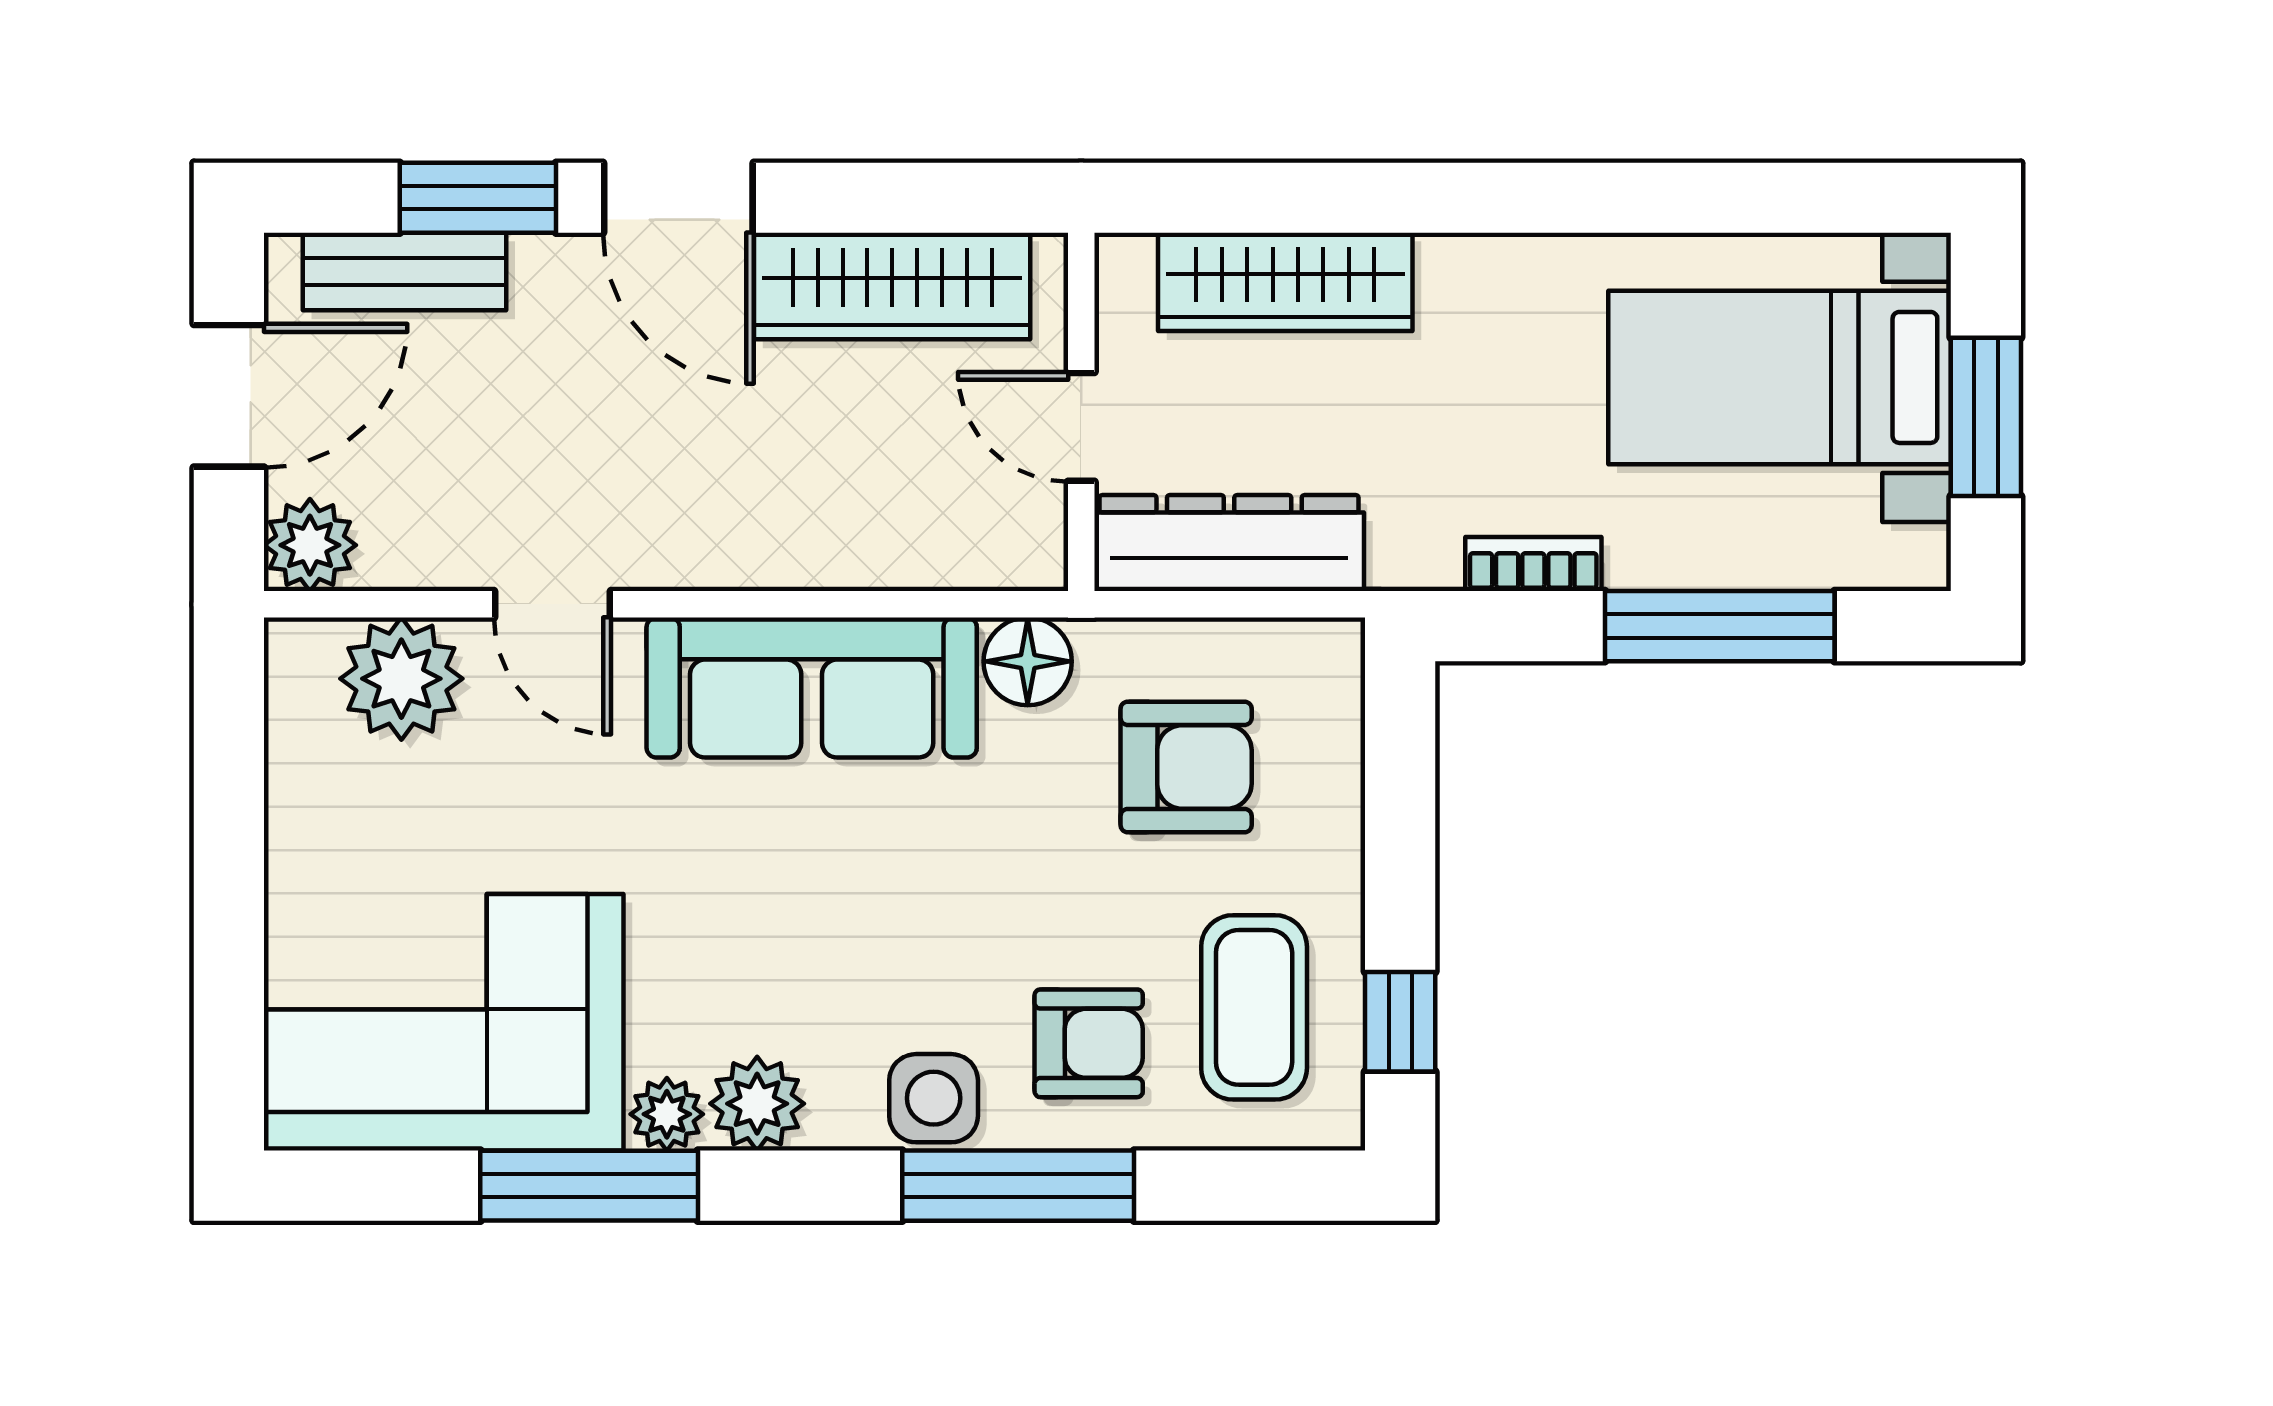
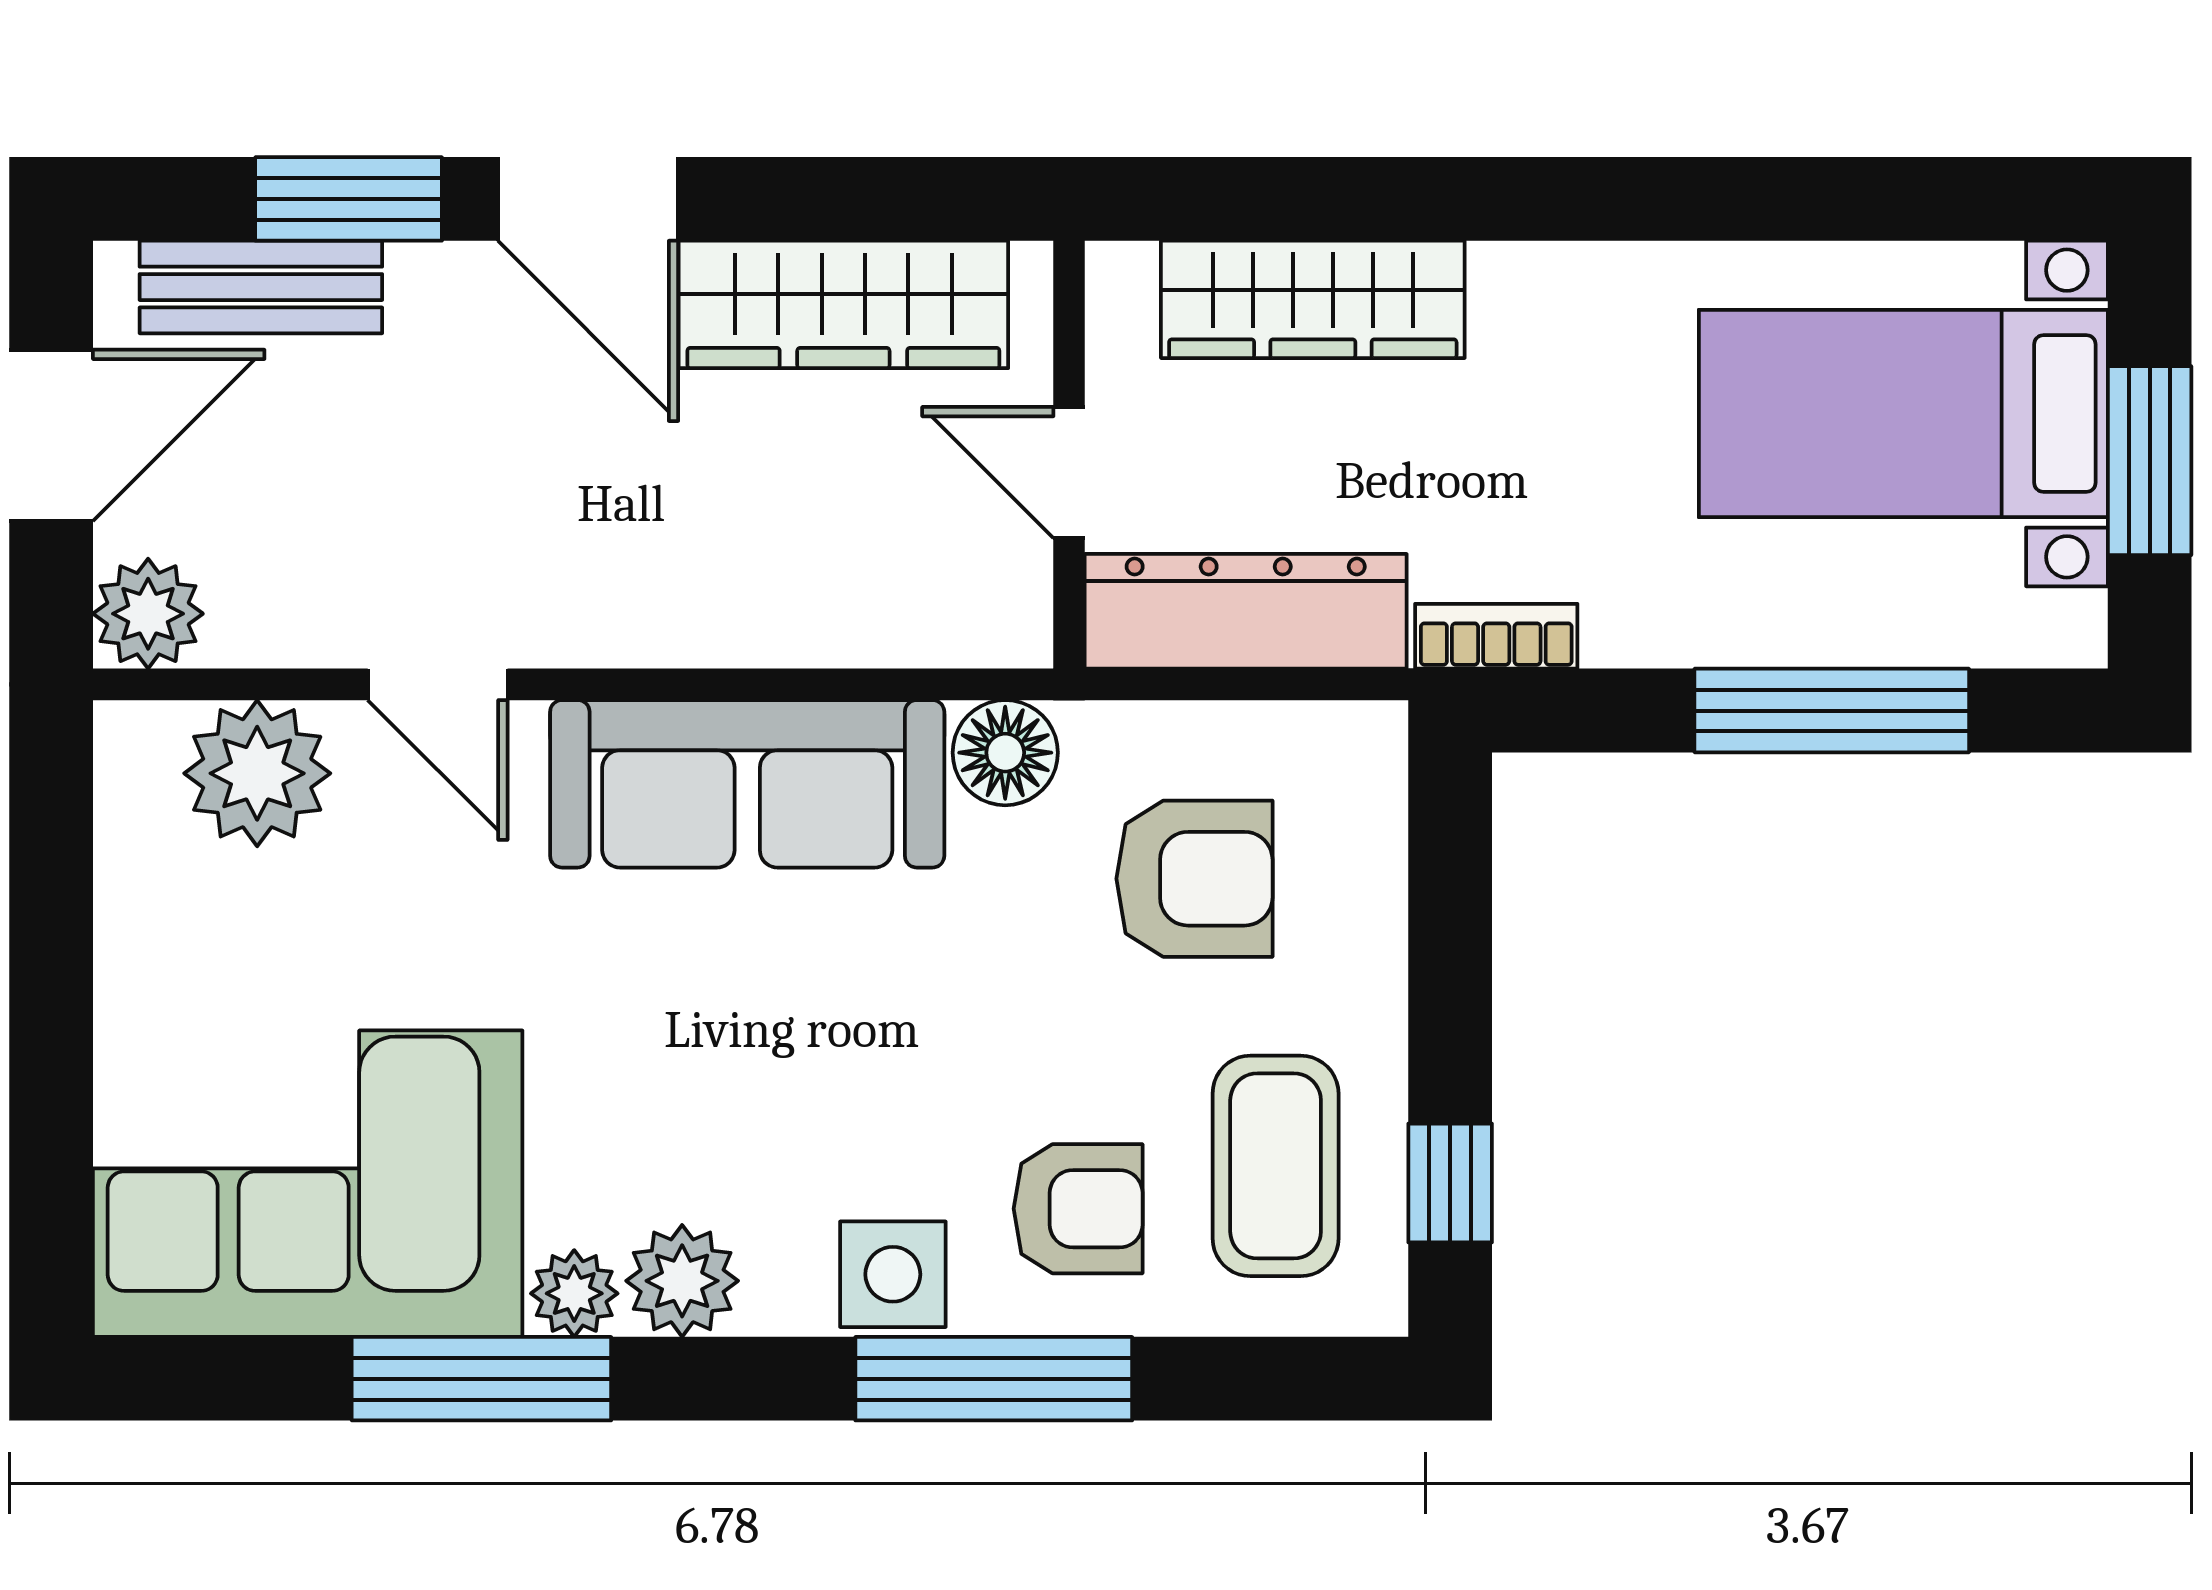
bookcase: (1533, 564) -> (1496, 636), moved

